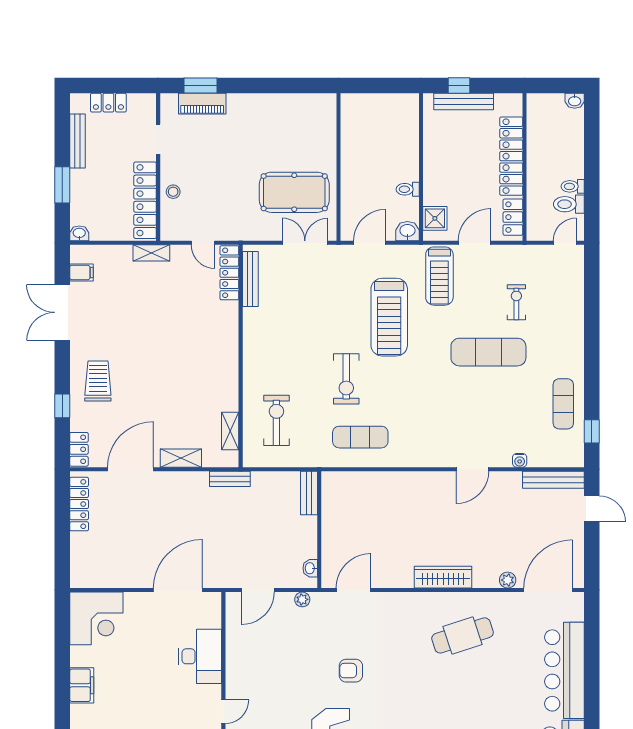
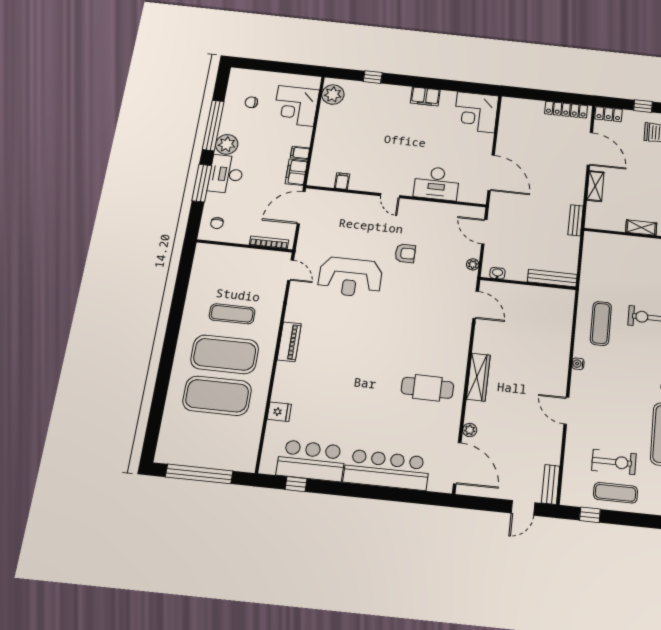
exercise bike: (276, 420) -> (614, 462), moved
shelving: (230, 431) -> (641, 228), moved
water cooler: (520, 460) -> (578, 364), moved
bench: (553, 480) -> (551, 484), width x0.73
bench: (309, 493) -> (552, 278), width x1.36
cafe table: (463, 635) -> (427, 388), turned -72
armchair: (351, 671) -> (405, 253), moved, turned 90

